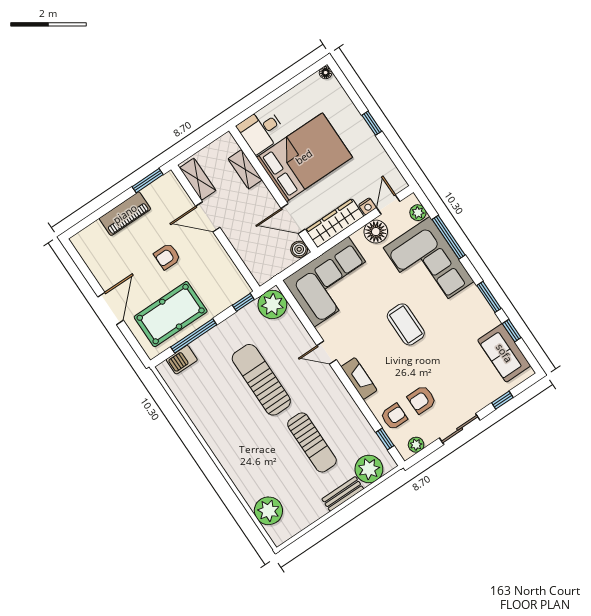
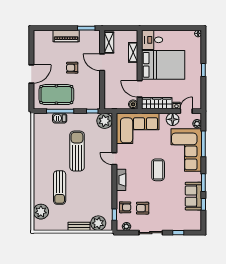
sofa: (504, 353) -> (193, 196), moved
barbecue: (182, 360) -> (60, 118), moved
sun lounger: (312, 442) -> (60, 188), moved

